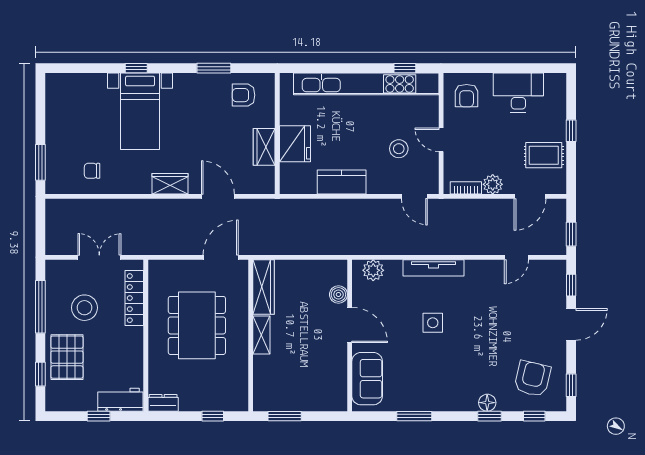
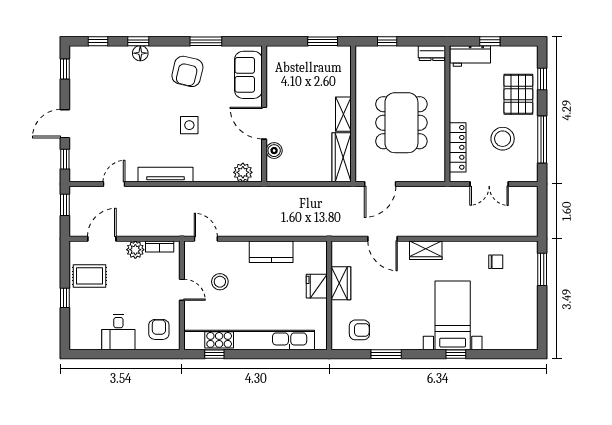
desk: (518, 93) -> (118, 332), width x0.73
fridge: (295, 144) -> (317, 286), width x0.73, depth x0.75
tv unit: (434, 268) -> (166, 174), moved
armchair: (532, 379) -> (187, 71), moved

